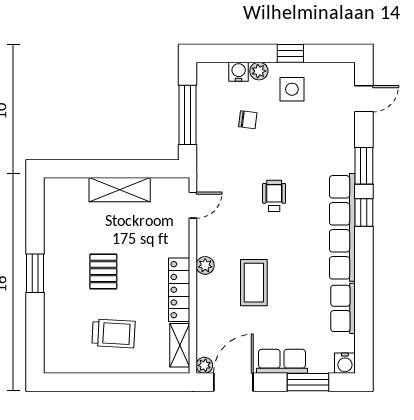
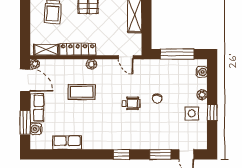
water cooler: (239, 72) -> (202, 72), moved
chair: (248, 120) -> (157, 99), moved
window: (364, 166) -> (160, 154), moved
row of seats: (342, 227) -> (113, 142), removed
water cooler: (345, 363) -> (36, 129), moved

